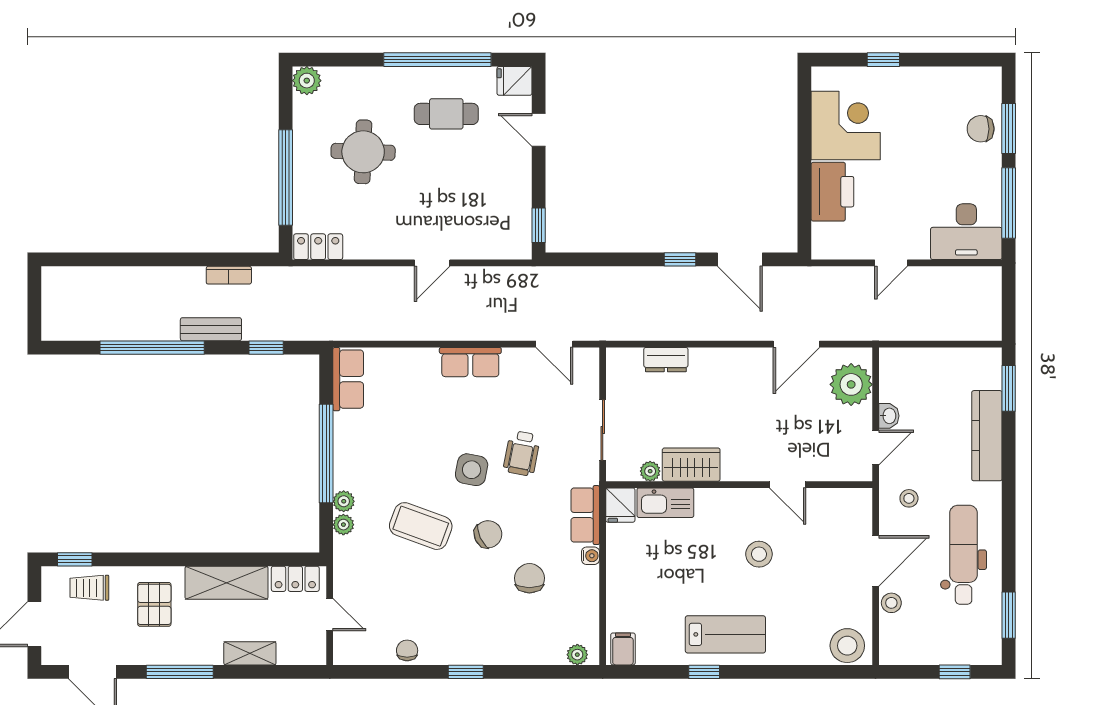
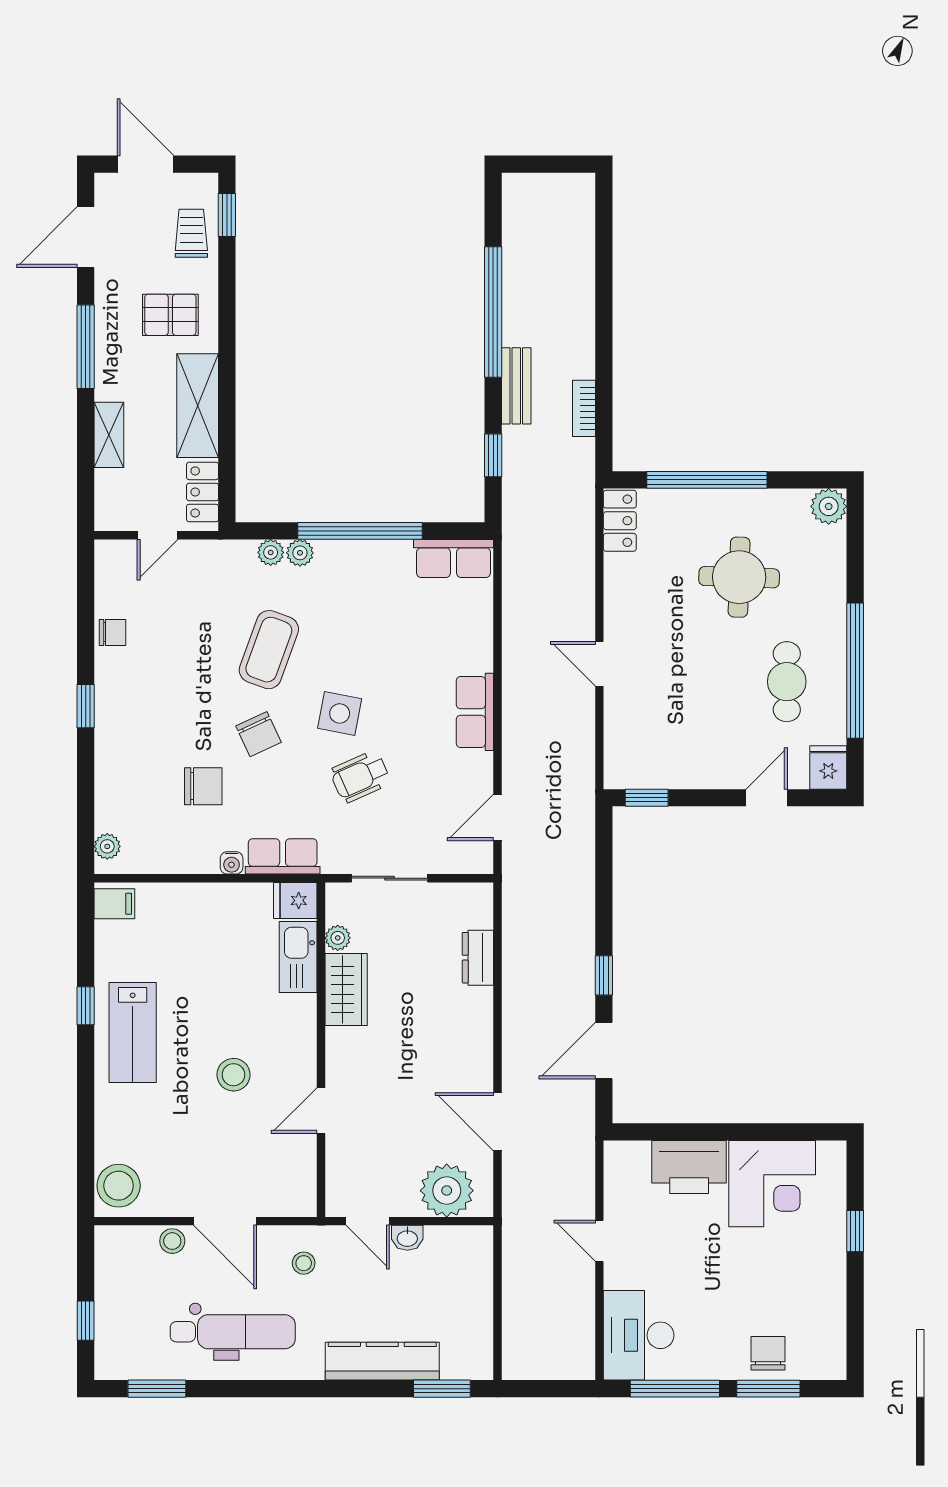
wheelchair: (522, 453) -> (360, 777), turned -35

